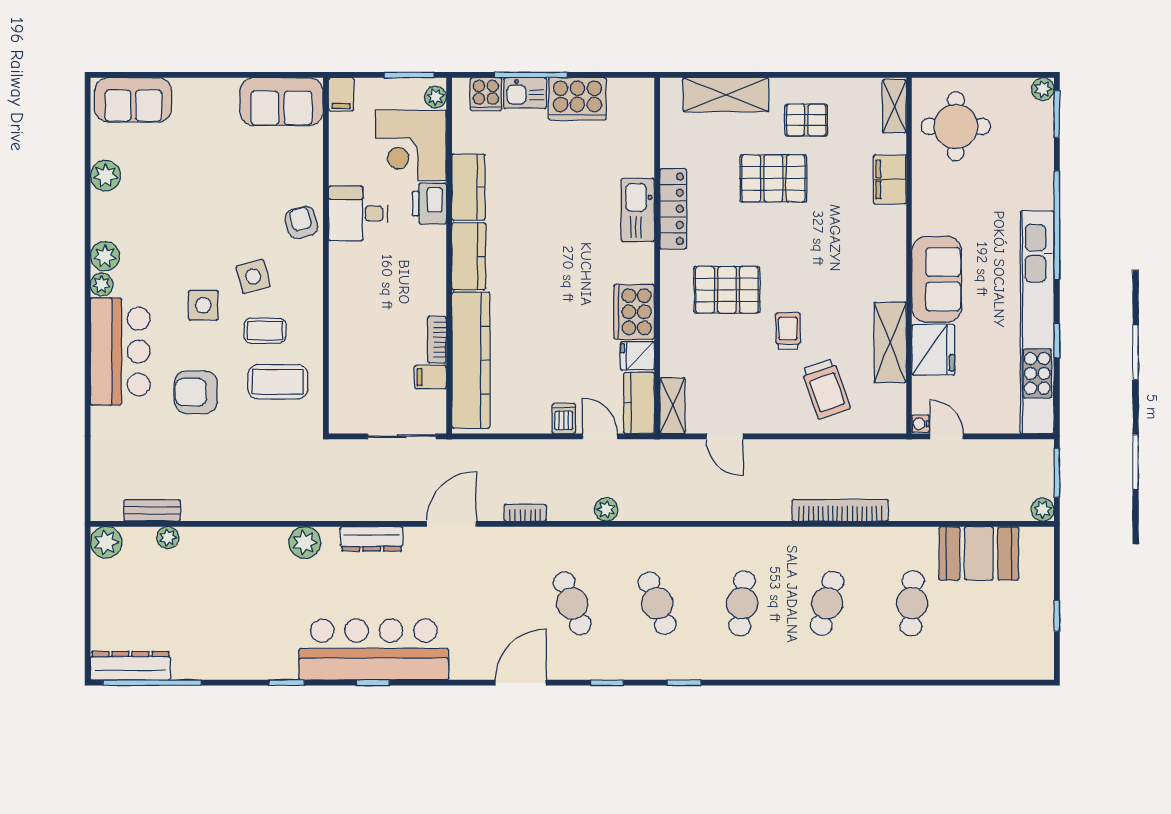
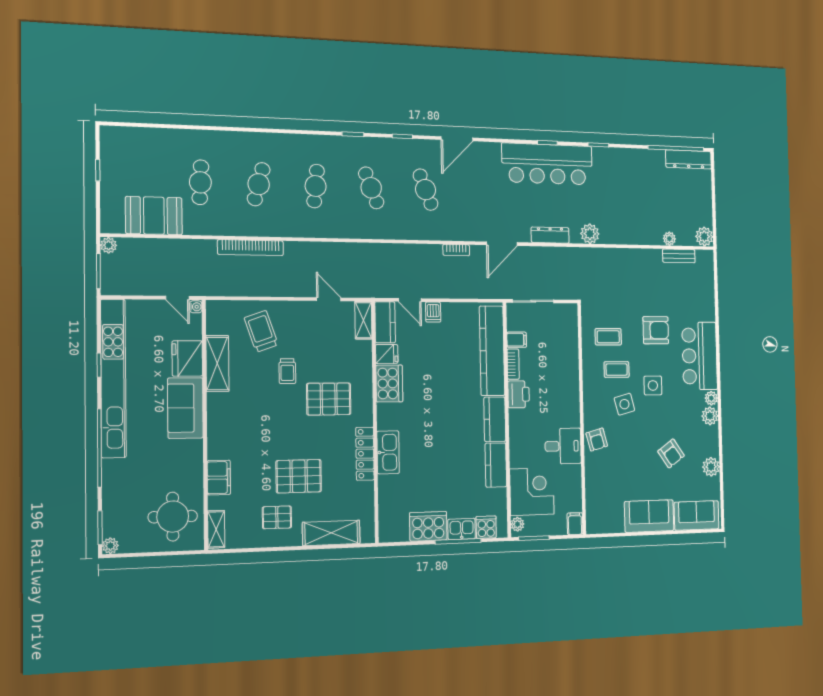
sofa: (281, 102) -> (649, 516), moved
armchair: (175, 198) -> (671, 453), added
printer: (429, 204) -> (519, 394), moved
coffee table: (278, 382) -> (608, 337), width x0.73, depth x0.77
plant: (606, 510) -> (405, 251), removed

